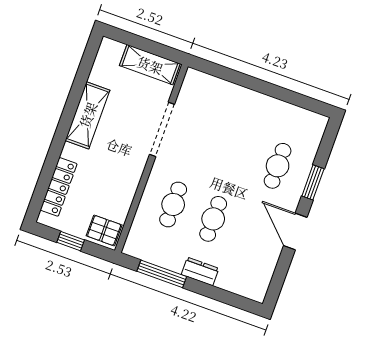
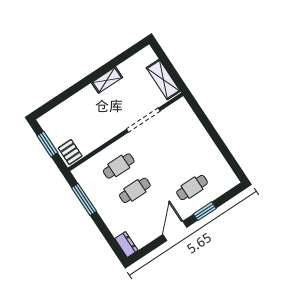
shelving: (88, 115) -> (107, 80), width x0.67, depth x0.75
locker: (59, 187) -> (63, 109), removed
window: (71, 241) -> (47, 144), width x1.50
dresser: (200, 271) -> (126, 244), moved

